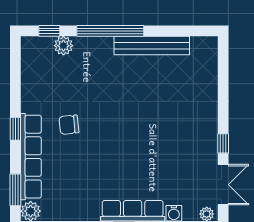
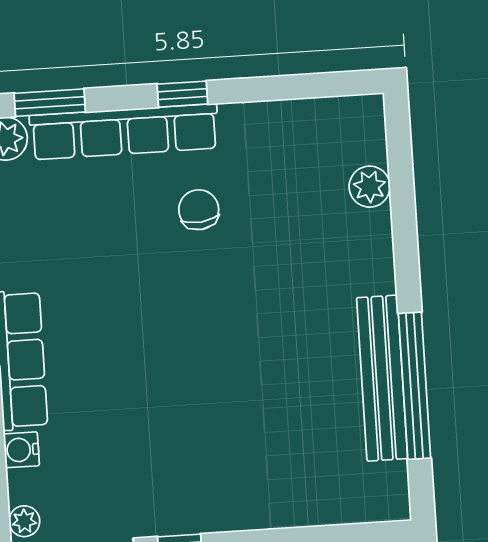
window: (49, 31) -> (400, 154), removed
window: (110, 31) -> (415, 386), moved

